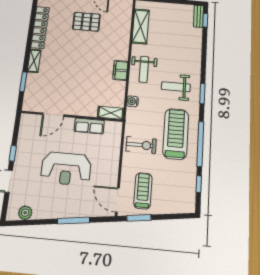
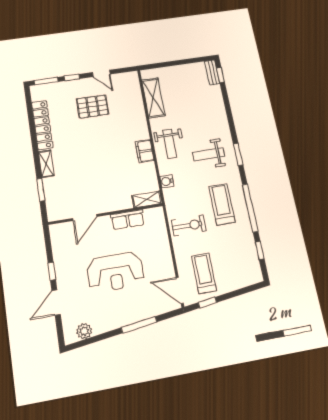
treadmill: (176, 134) -> (222, 204), width x0.73, depth x0.73
window: (139, 218) -> (207, 302), width x0.67

